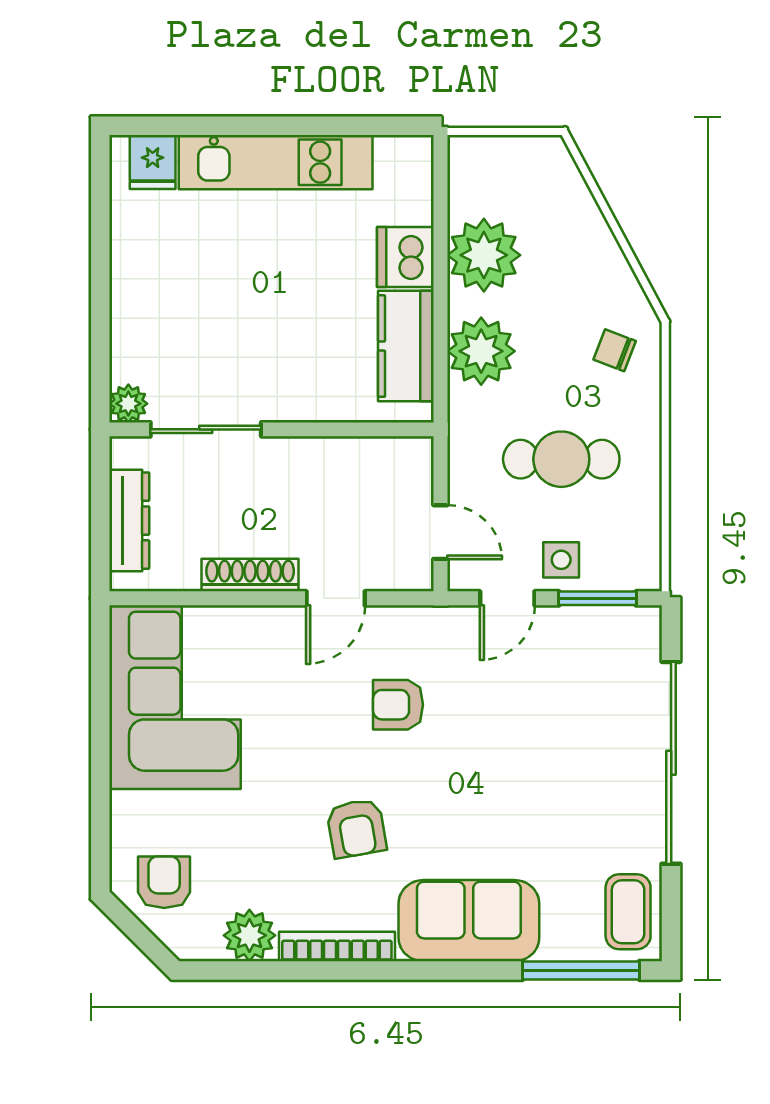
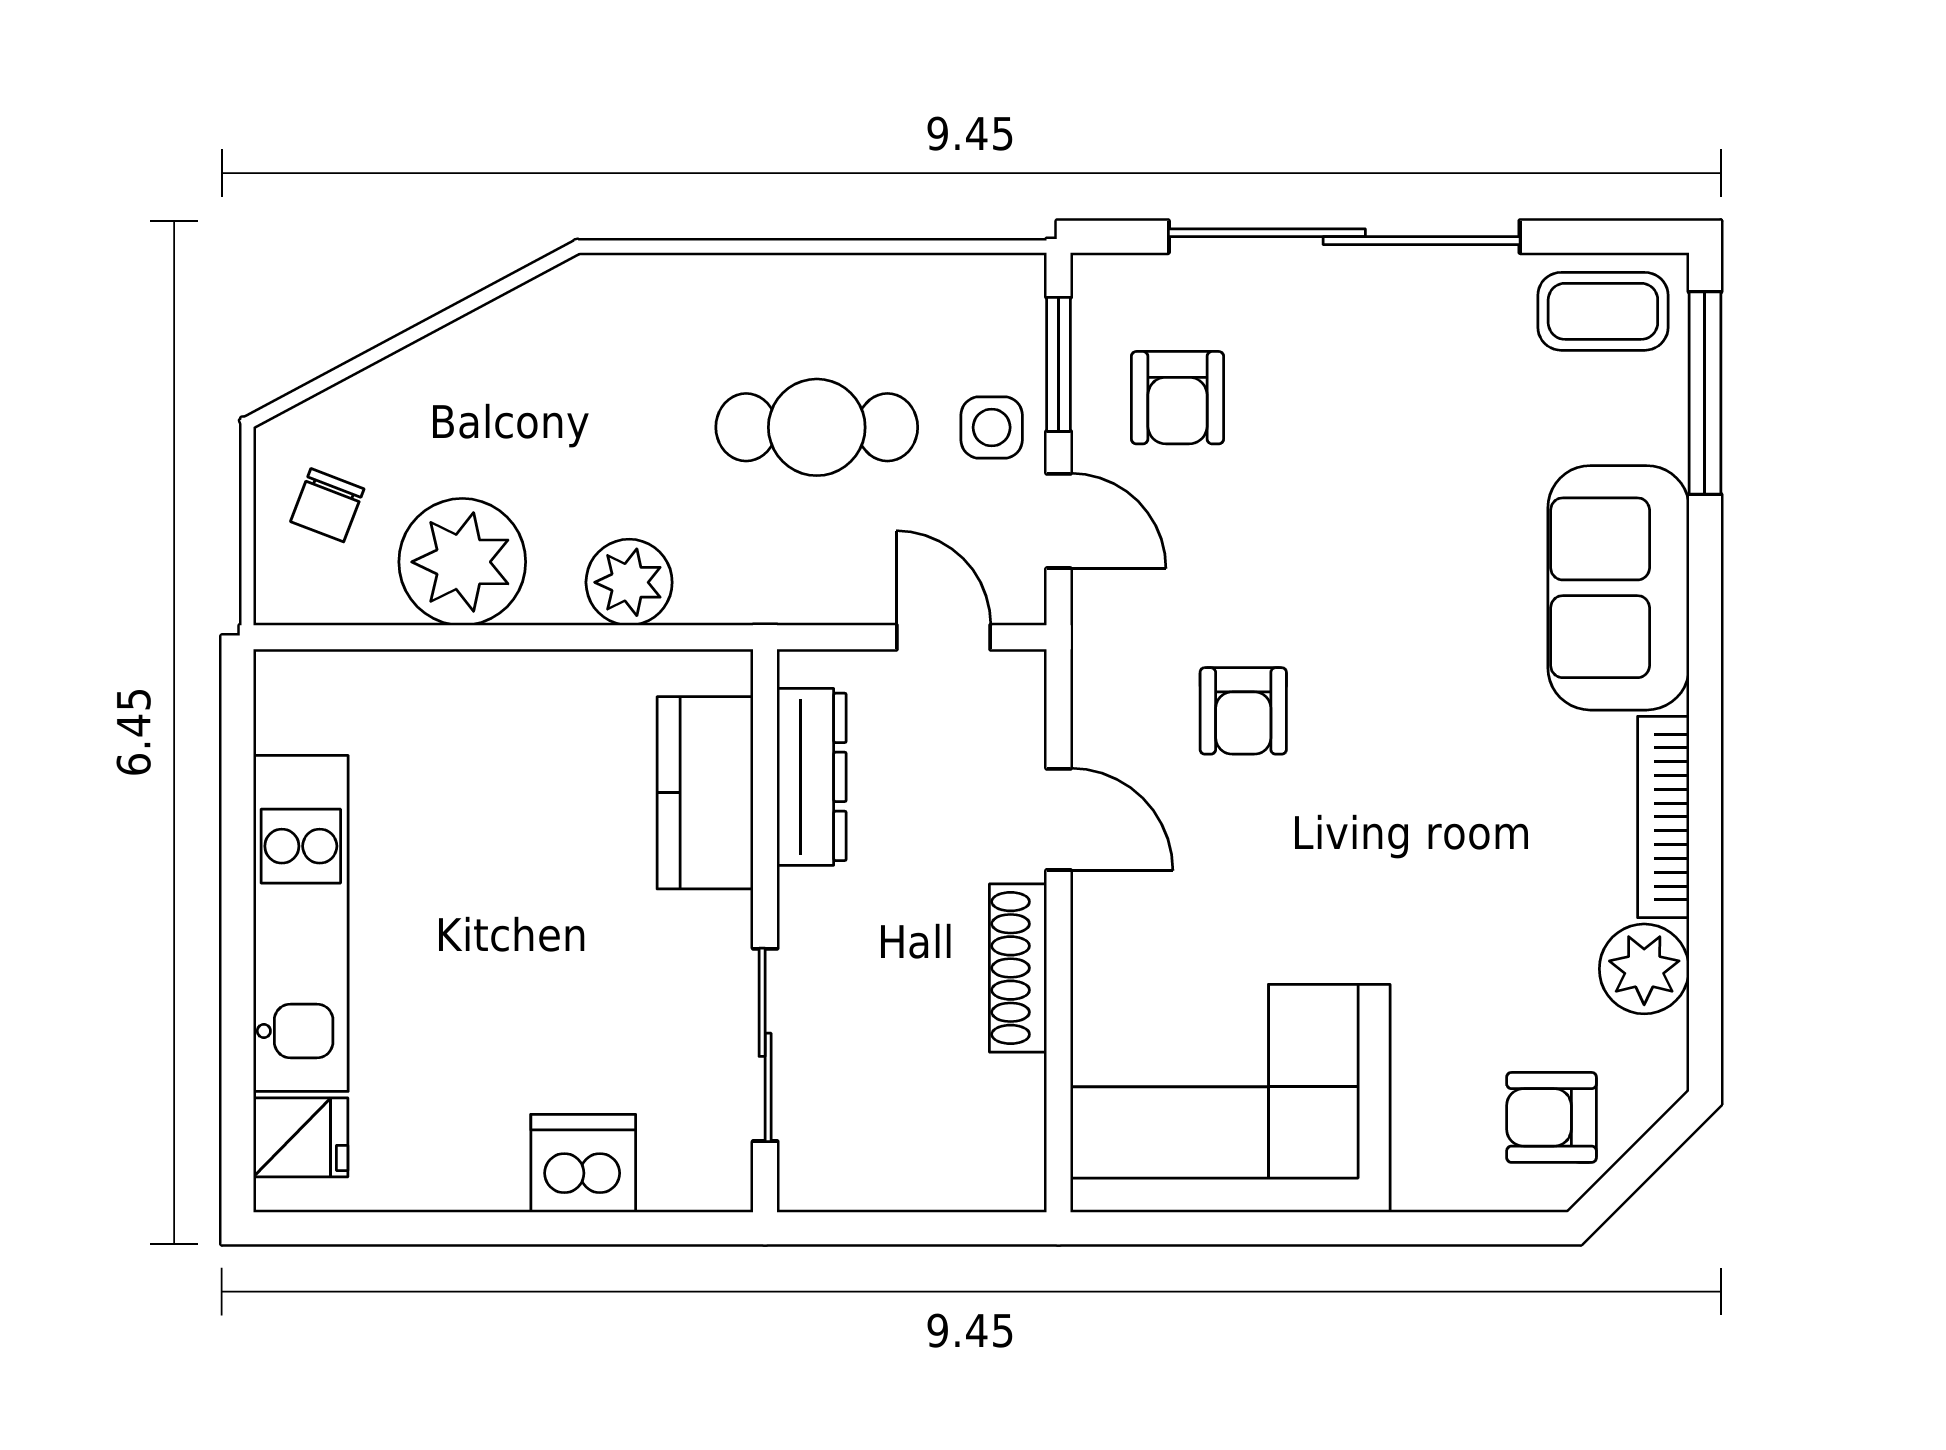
dishwasher: (405, 257) -> (583, 1163), moved, turned 180
kitchen counter: (406, 346) -> (705, 793), moved, turned 90
chair: (615, 350) -> (327, 505), moved
plant: (481, 351) -> (629, 582), width x0.73, depth x0.73
plant: (128, 404) -> (720, 1179), removed
cafe table: (561, 459) -> (817, 427), turned 90
dresser: (129, 521) -> (812, 777), moved, turned 90
door: (440, 532) -> (943, 637), hinge flipped
armchair: (356, 828) -> (1177, 398), moved, turned 100

